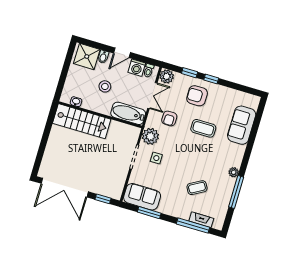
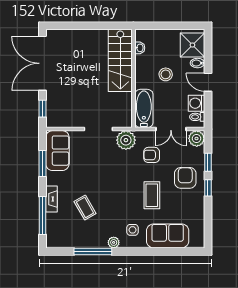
side table: (156, 158) -> (132, 230), moved
fireplace: (201, 220) -> (51, 199), moved

